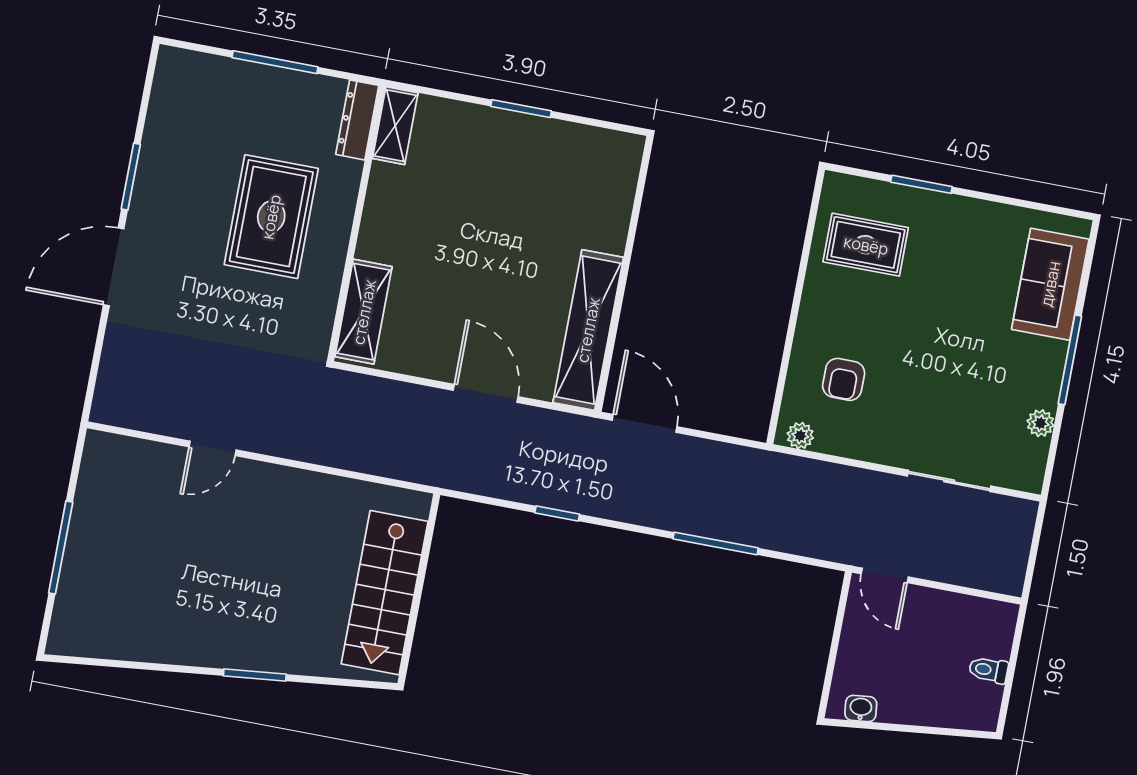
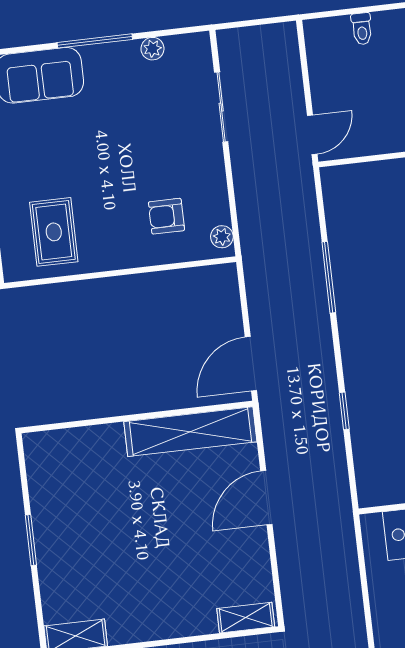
shelving: (364, 312) -> (246, 618), width x0.67, depth x0.75
armchair: (844, 379) -> (166, 216), turned 180

